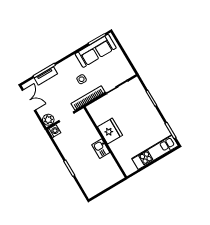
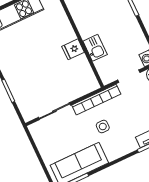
fridge: (110, 131) -> (73, 49), width x0.53, depth x0.75
kitchen sink: (101, 149) -> (95, 48), moved

